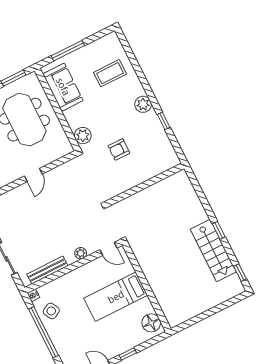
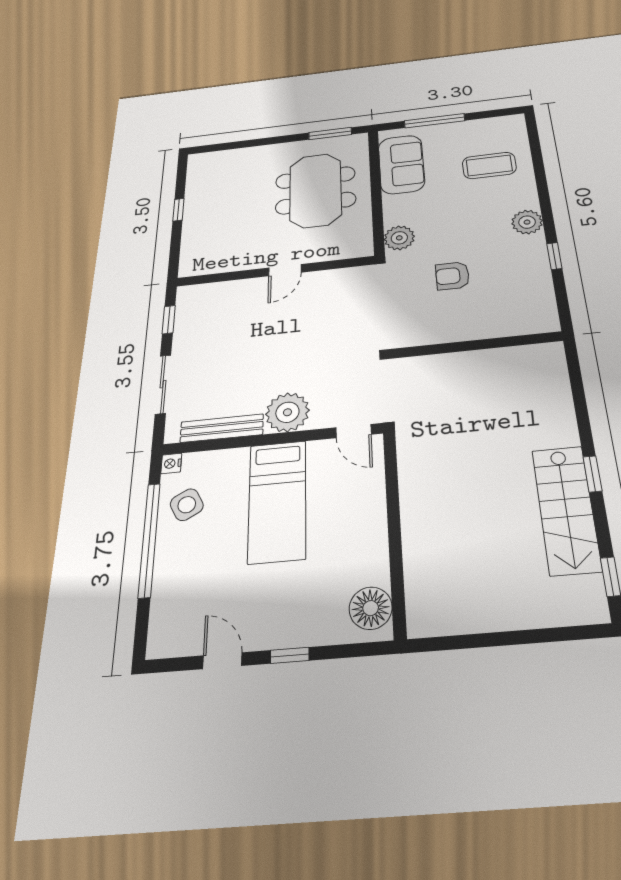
plant: (81, 253) -> (287, 412), width x1.88, depth x1.88
bed: (116, 297) -> (277, 501), moved, turned -90

